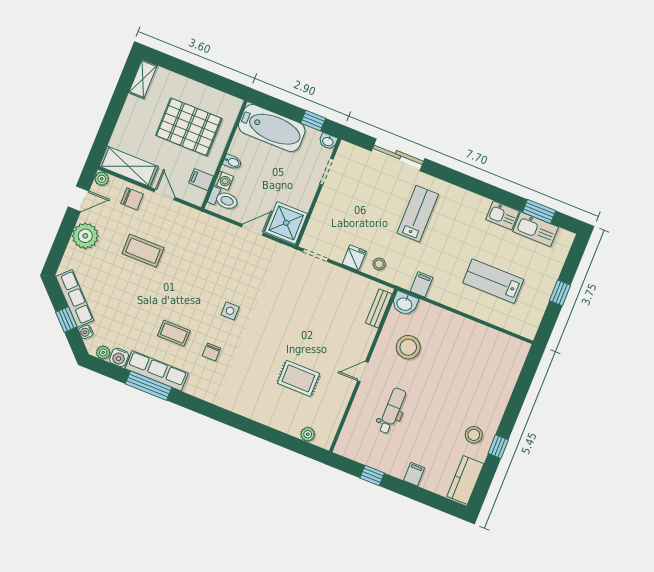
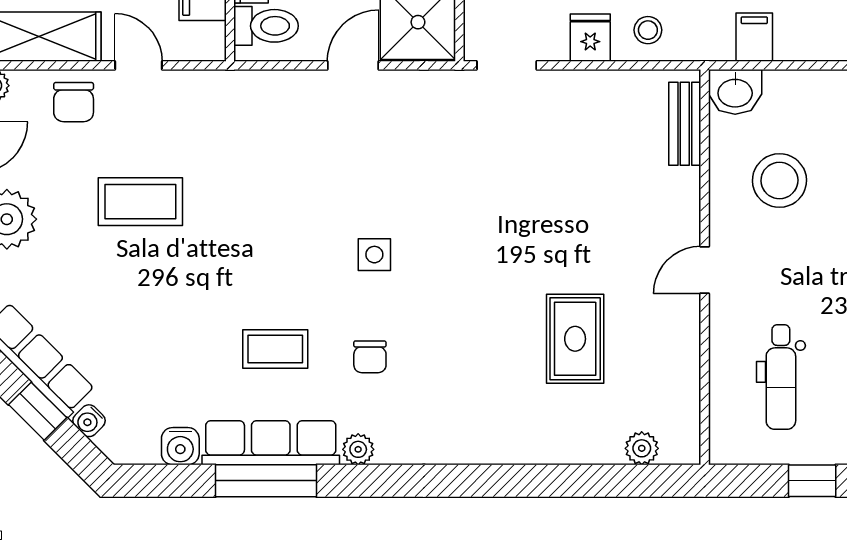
chair: (132, 199) -> (74, 102), turned 90
plant: (103, 352) -> (358, 449), moved
rug: (298, 378) -> (575, 339), turned 90
dental chair: (392, 411) -> (781, 377), moved, turned 180

